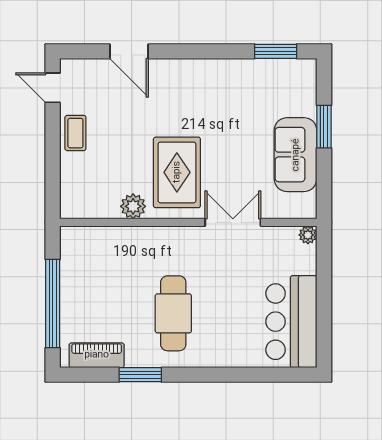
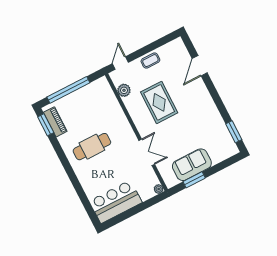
door: (53, 88) -> (120, 63), moved
window: (324, 127) -> (194, 180), moved
rug: (177, 172) -> (159, 102), moved, turned 90
plant: (133, 206) -> (124, 90), moved
window: (140, 375) -> (46, 125), moved

